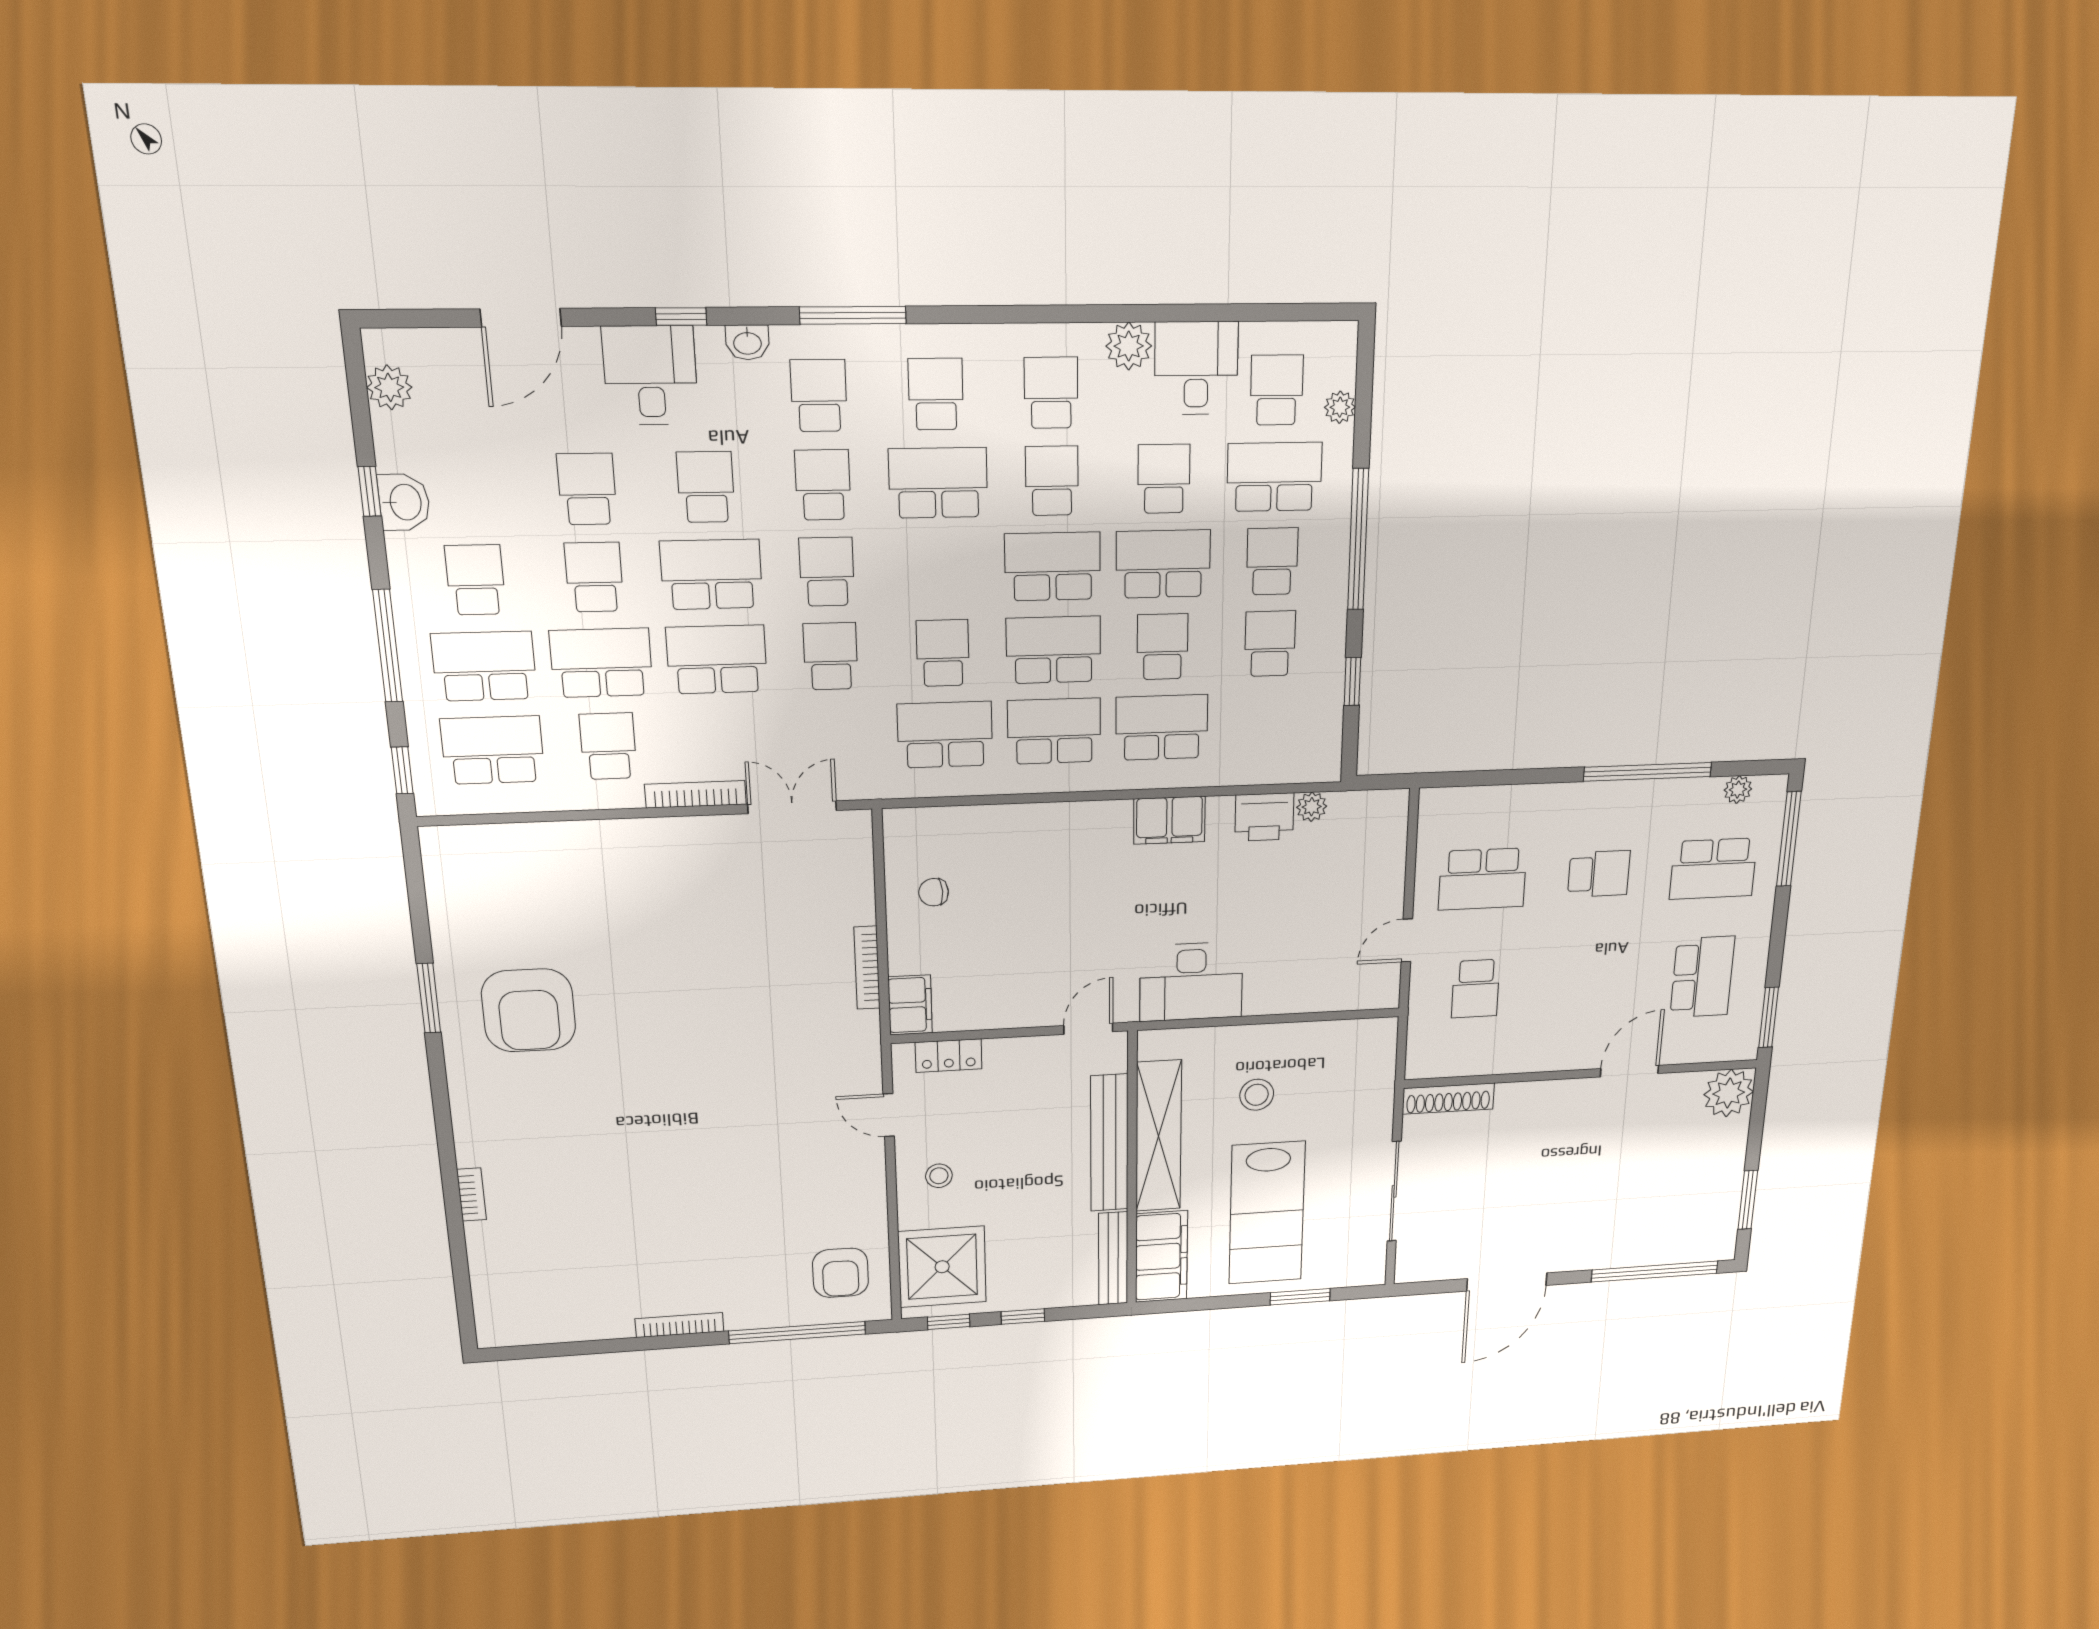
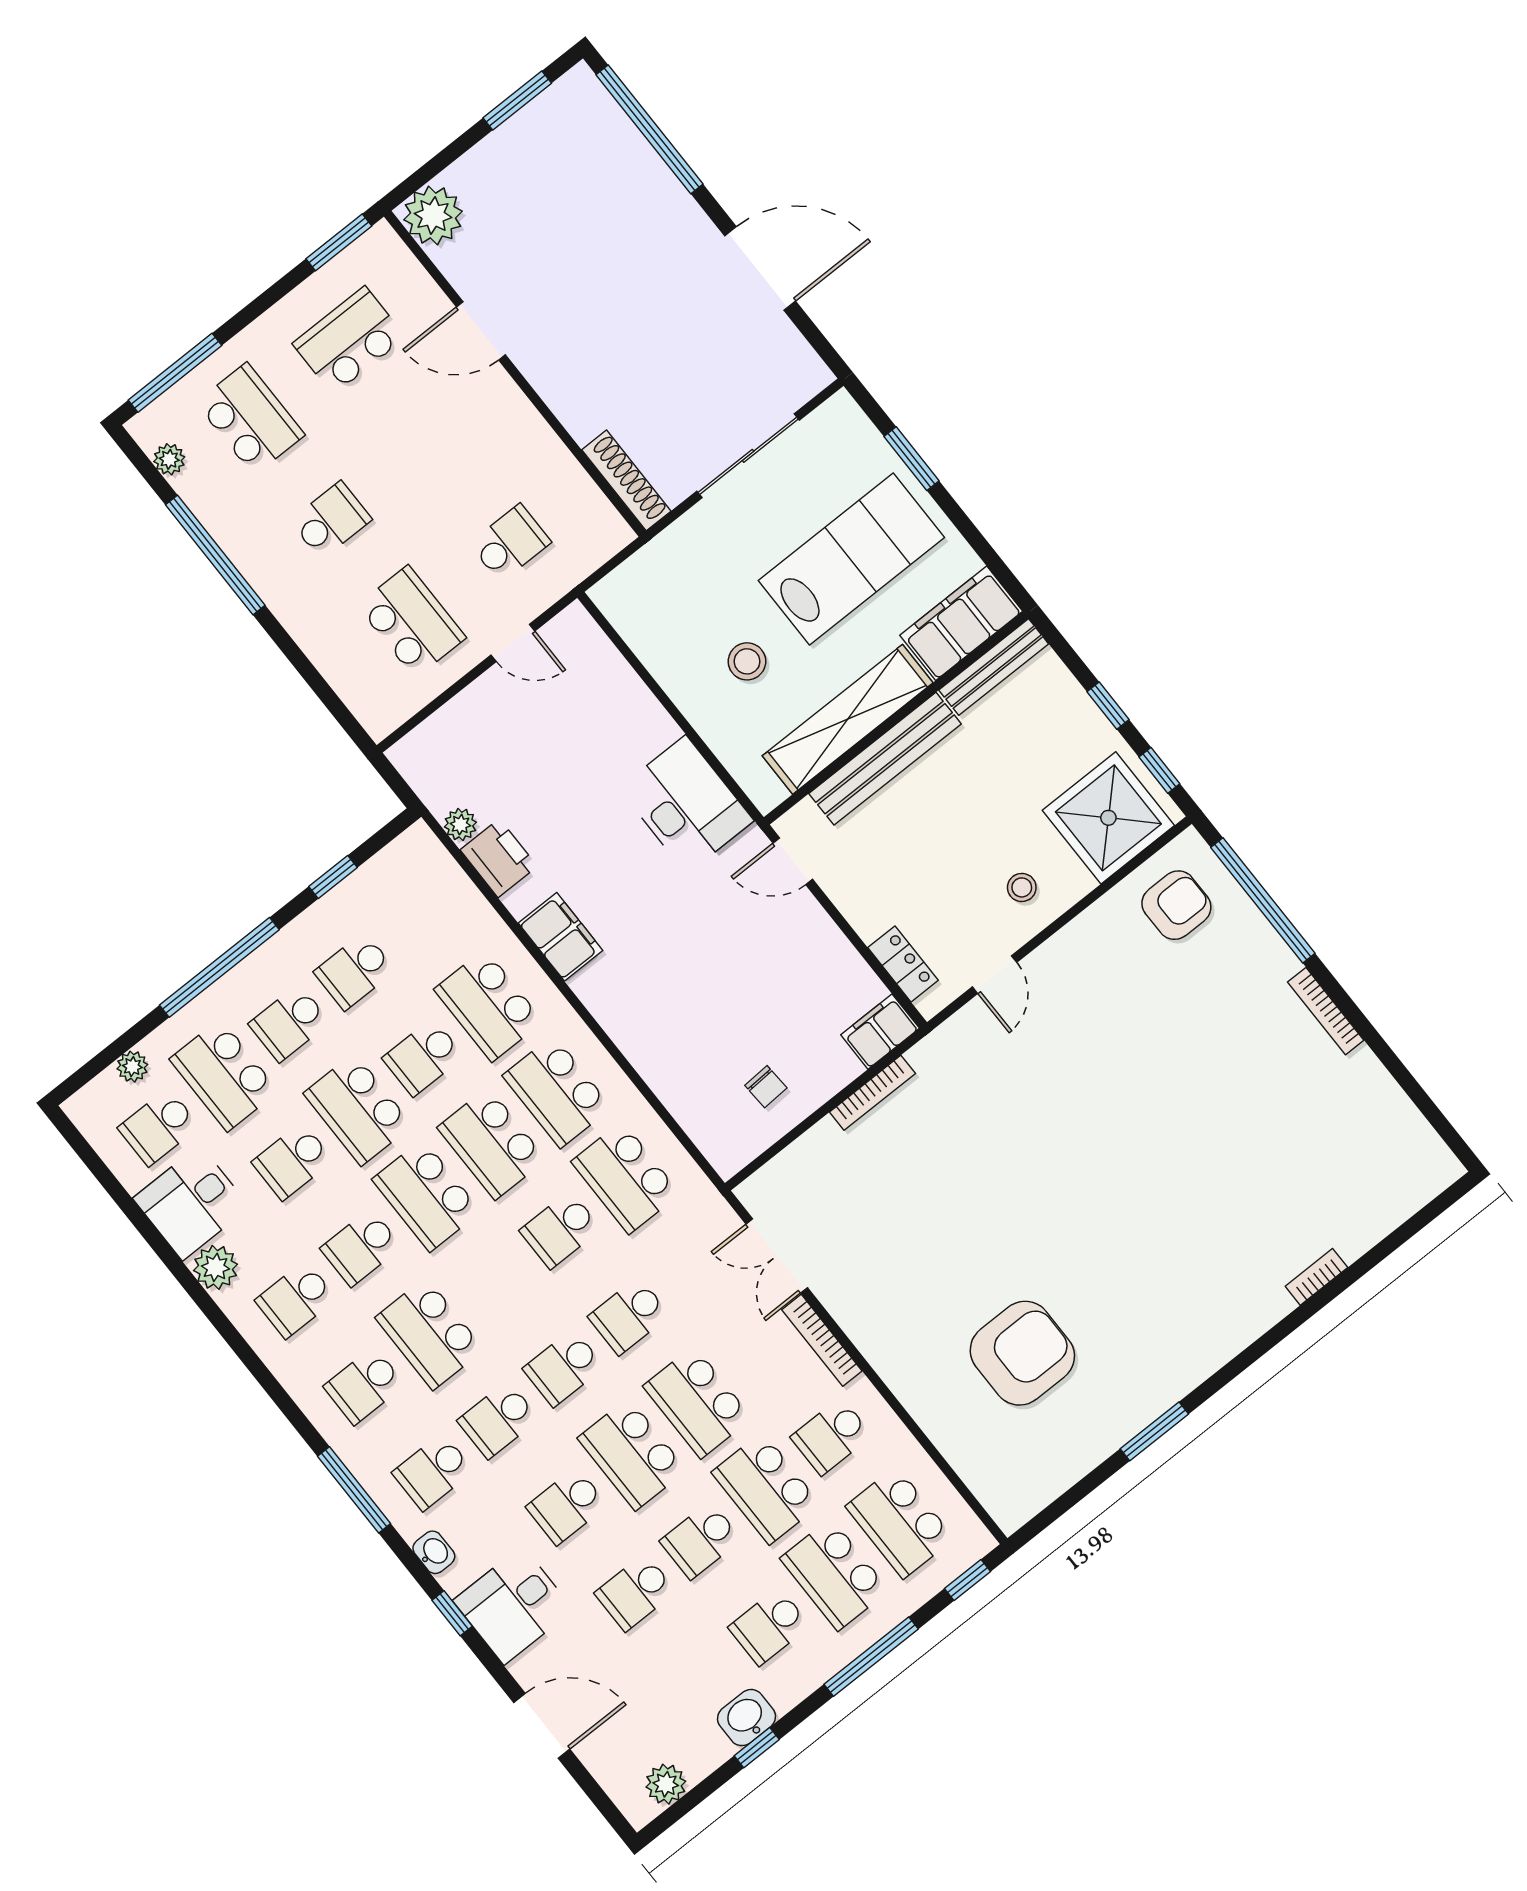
school desk: (1599, 874) -> (331, 520), turned 90
armchair: (529, 1010) -> (1022, 1353), moved

